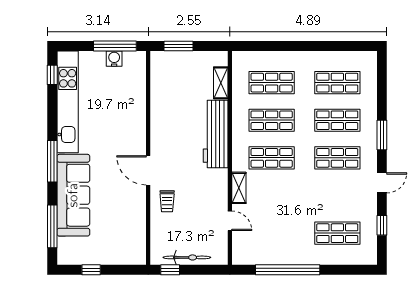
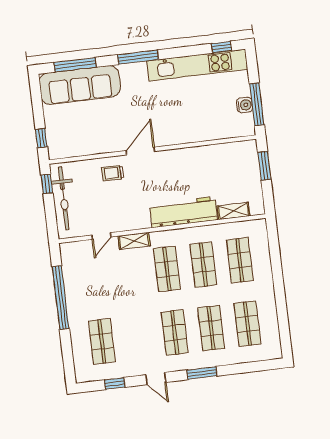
sofa: (73, 195) -> (80, 85), moved
bicycle: (187, 257) -> (64, 198), width x1.37, depth x1.40
window: (91, 270) -> (41, 138), moved

